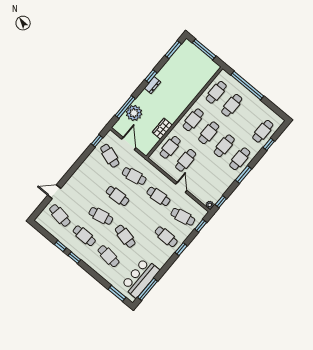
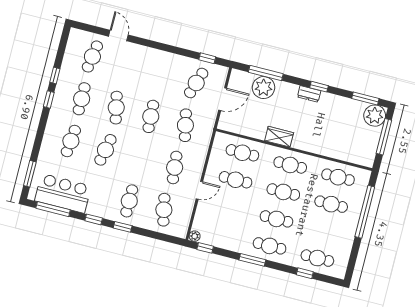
plant: (187, 49) -> (375, 116), added
wardrobe: (162, 129) -> (279, 137), moved
window: (201, 226) -> (94, 219), moved

